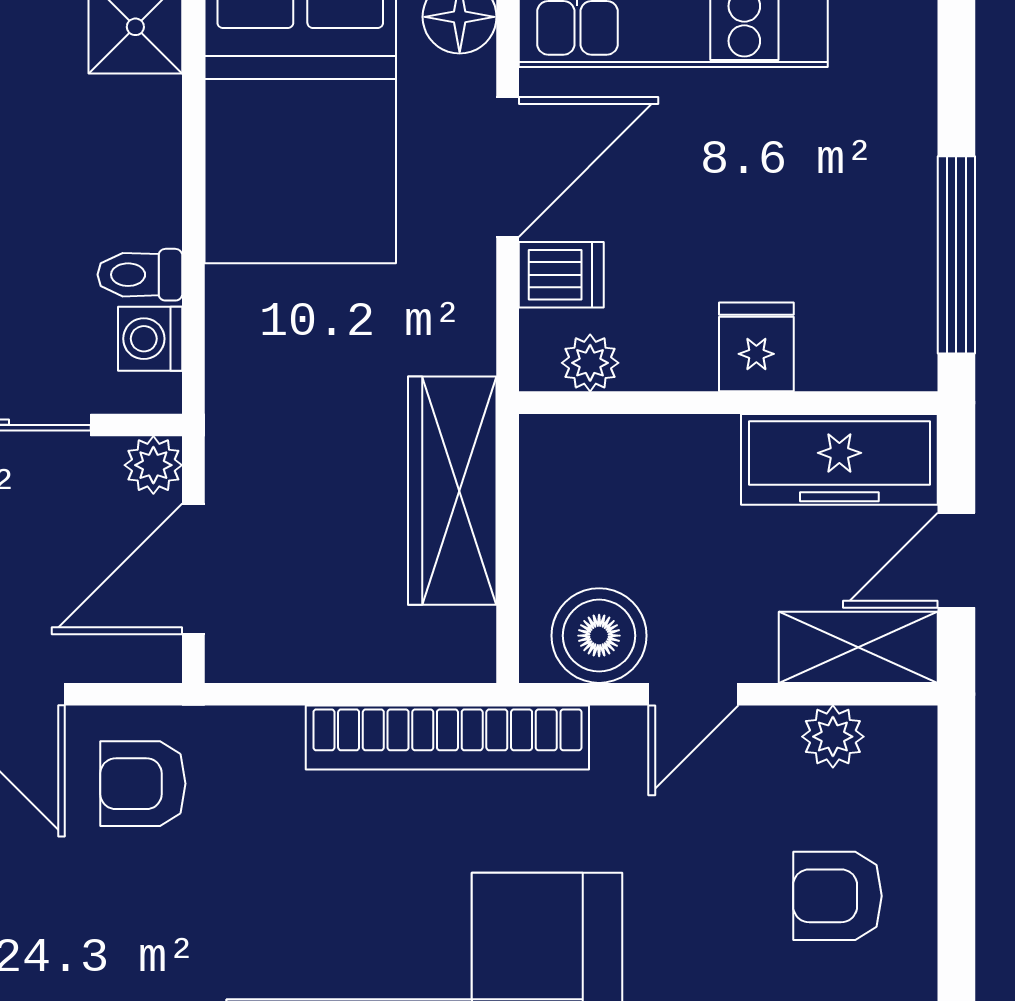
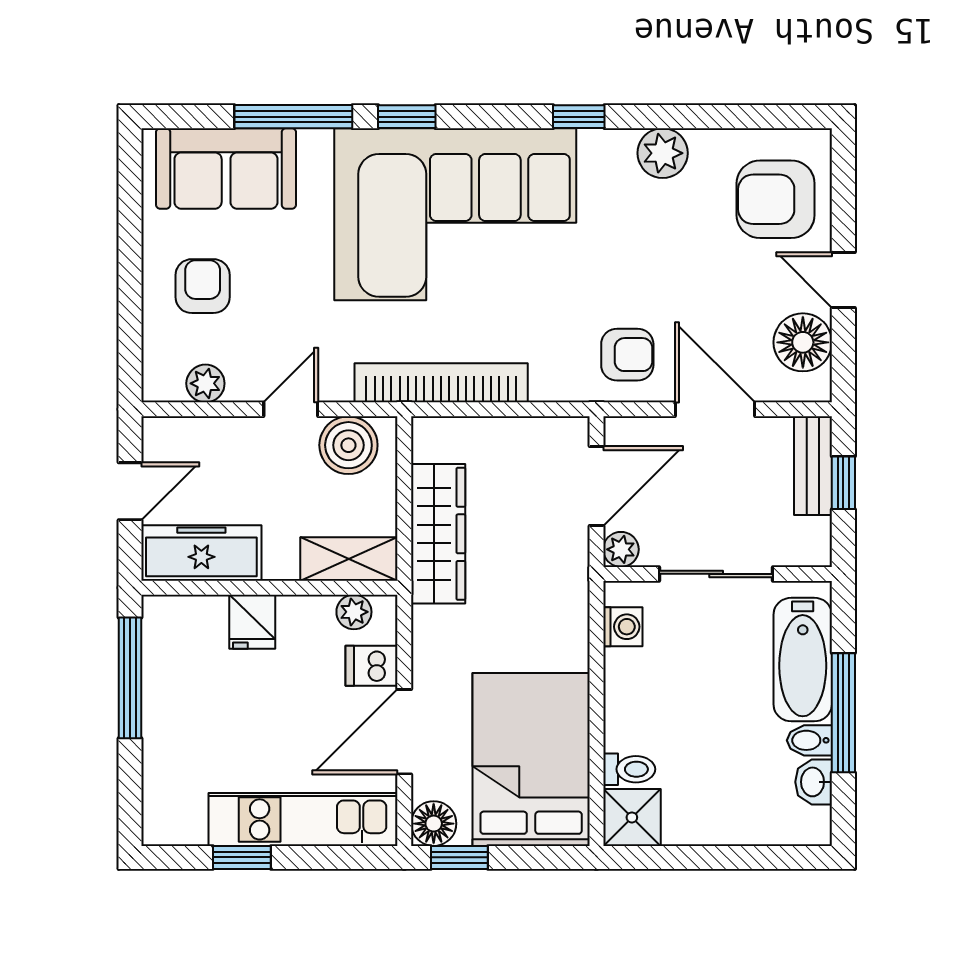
toilet: (140, 275) -> (629, 769), moved
shelving: (858, 647) -> (349, 559), moved
armchair: (838, 896) -> (203, 286), turned -90

